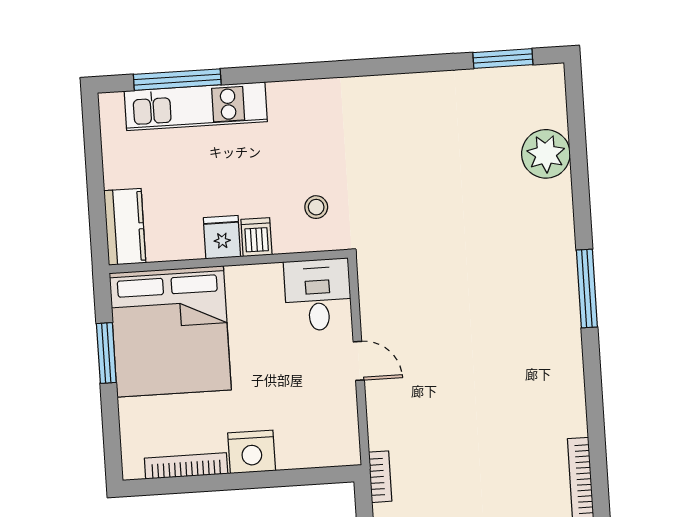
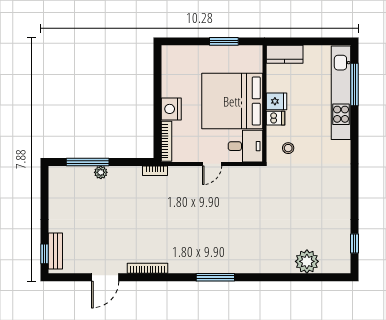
window: (503, 59) -> (355, 244), width x0.67
kitchen unit: (196, 106) -> (341, 93), width x1.36
window: (587, 289) -> (215, 277), moved
bed: (170, 331) -> (232, 101), moved
bookcase: (186, 466) -> (166, 141), moved

